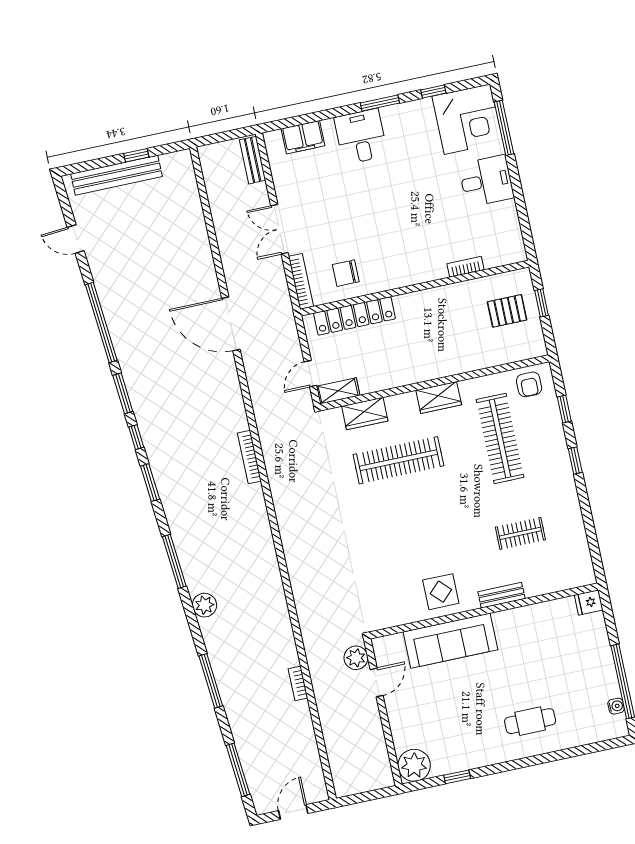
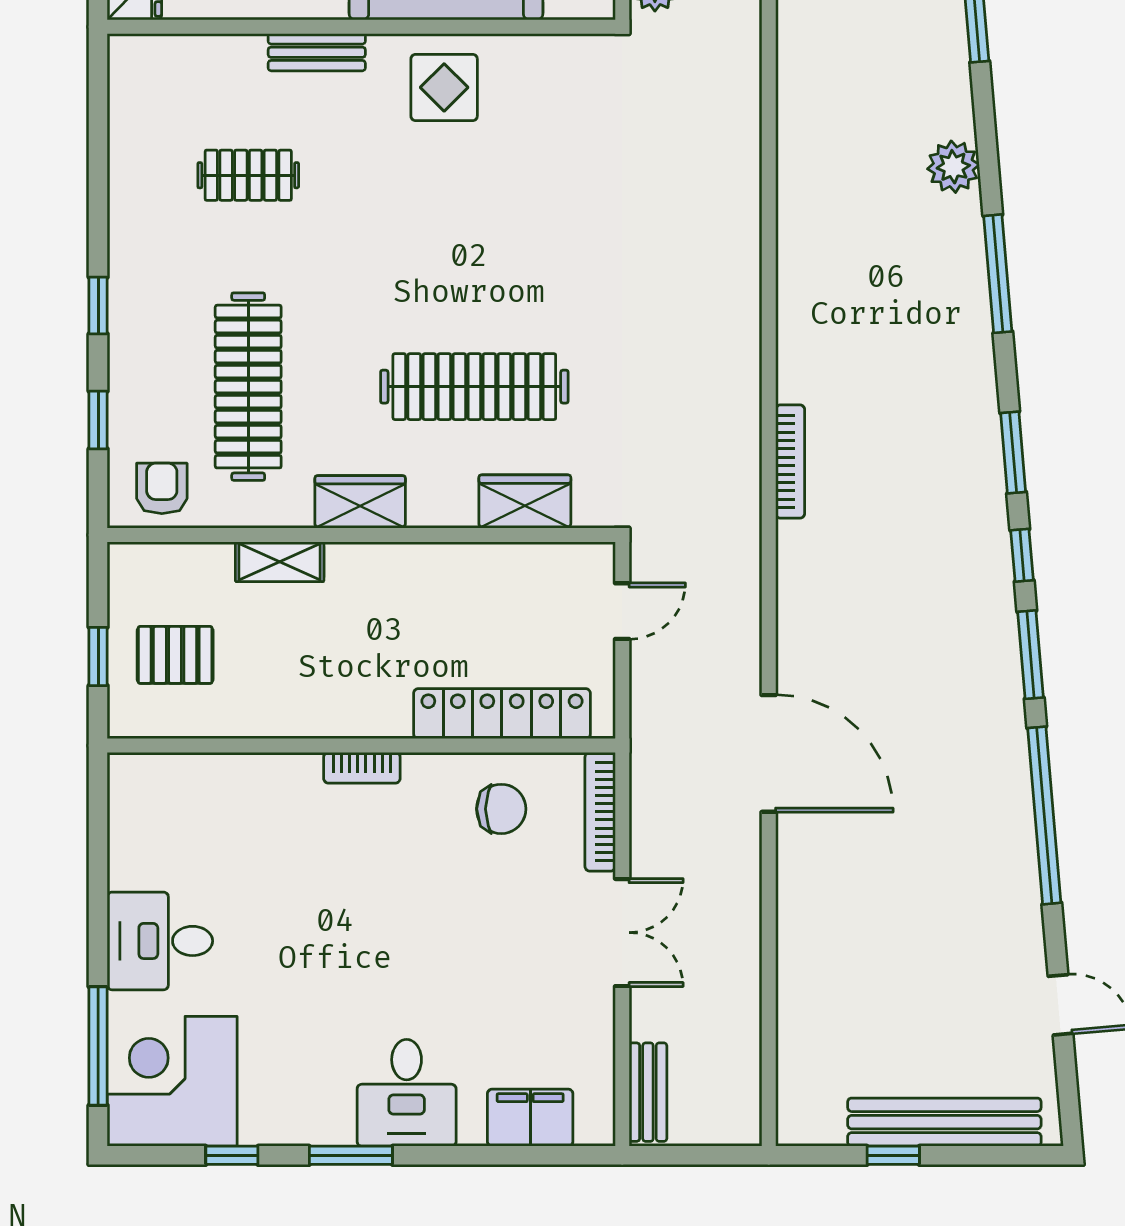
bookcase: (465, 267) -> (362, 768), moved
shelving: (338, 391) -> (280, 562), moved

